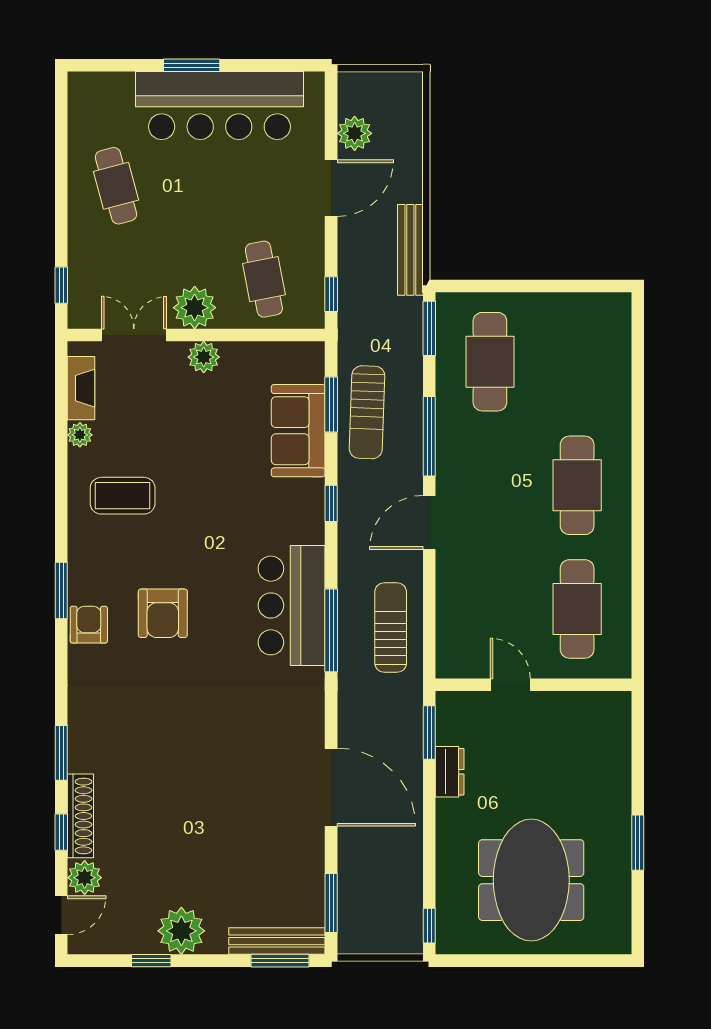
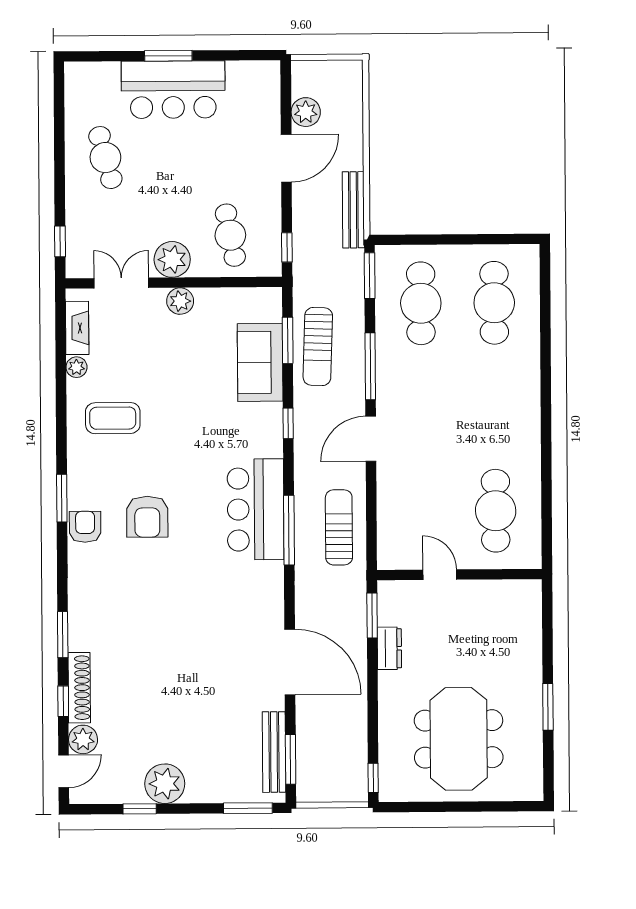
bar counter: (219, 106) -> (173, 90), width x0.73
cafe table: (577, 485) -> (494, 303), moved
bench: (277, 941) -> (274, 752), moved, turned 90

